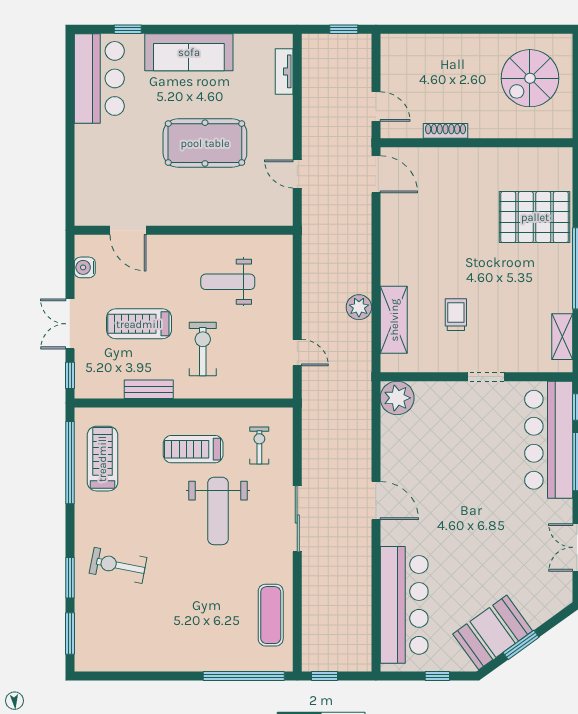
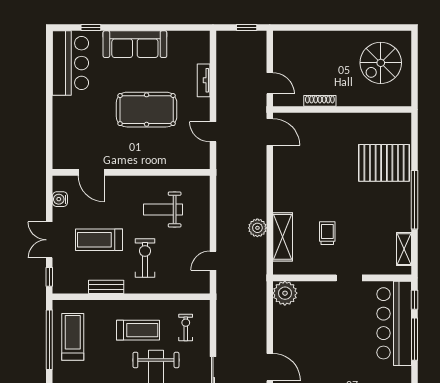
tv unit: (284, 71) -> (204, 80), moved
door: (297, 353) -> (213, 261), swing flipped
treadmill: (193, 449) -> (138, 330), turned 180

